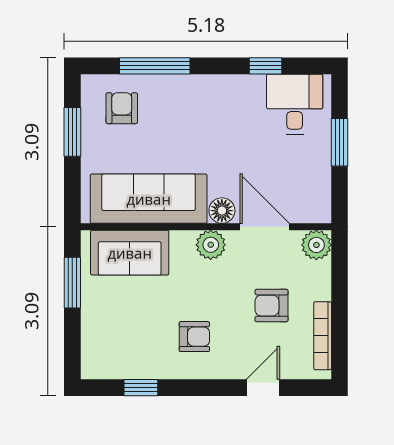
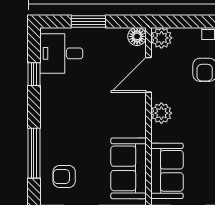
sofa: (149, 199) -> (129, 168), width x0.73
floor lamp: (222, 211) -> (137, 36), moved

